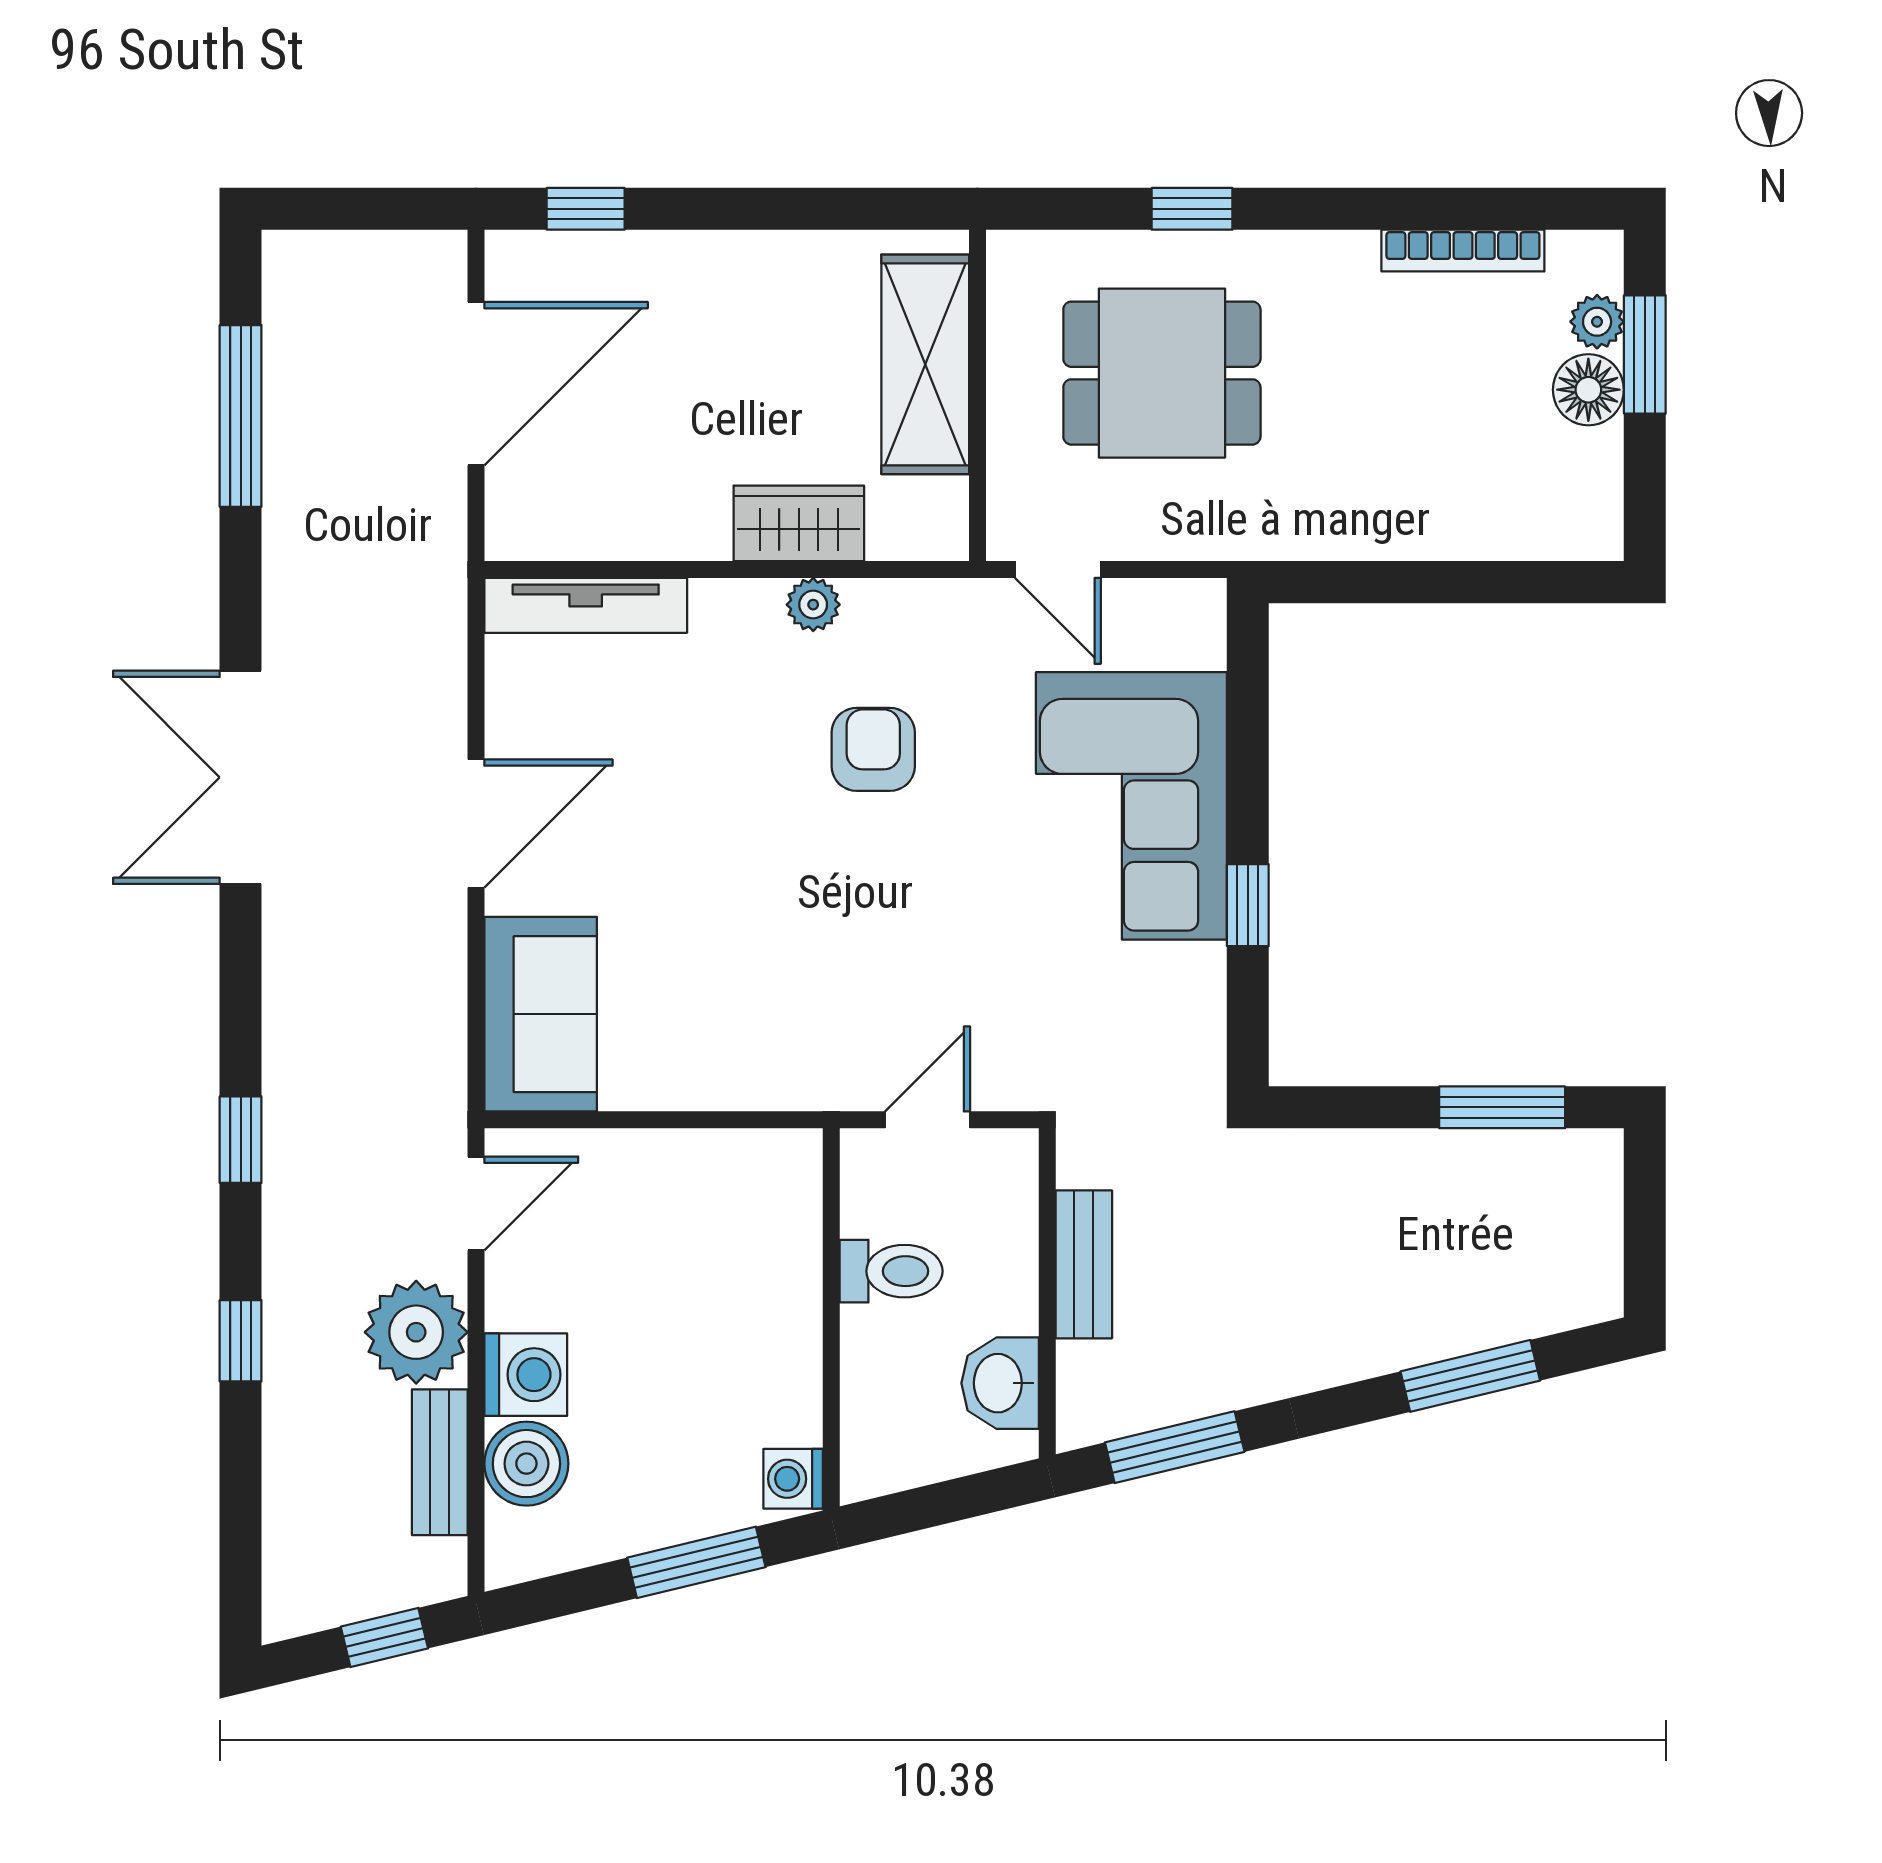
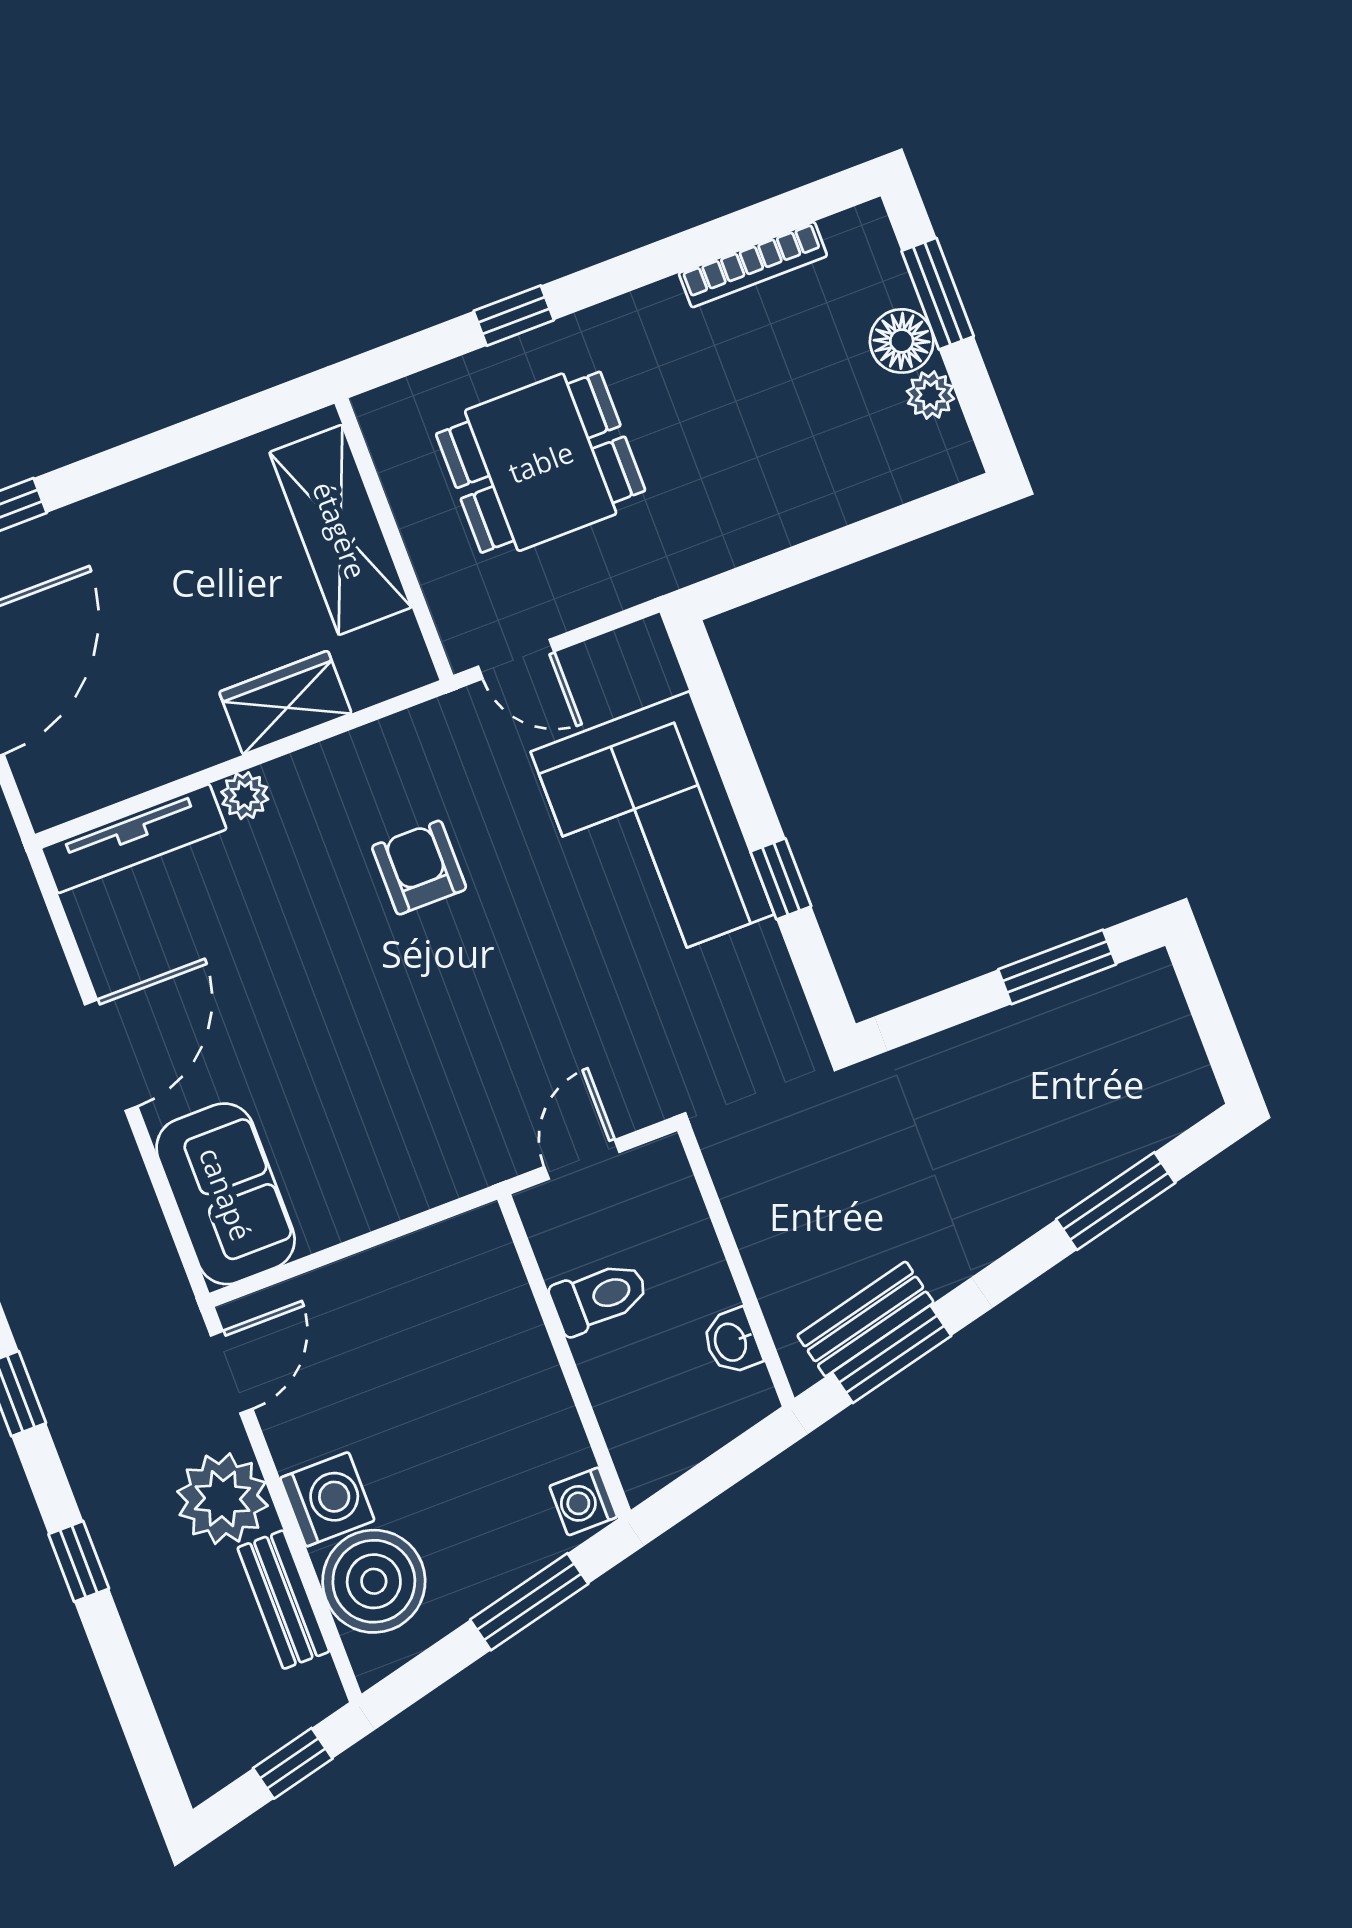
plant: (1597, 322) -> (930, 395), moved
plant: (813, 605) -> (245, 796), moved
bench: (1084, 1264) -> (865, 1319), moved, turned 76
washbasin: (1000, 1383) -> (732, 1342), width x0.72, depth x0.69
boiler: (526, 1464) -> (374, 1581), width x1.37, depth x1.37

